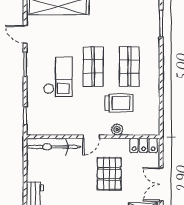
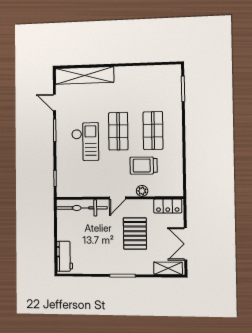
trolley: (119, 103) -> (144, 166), turned 180

